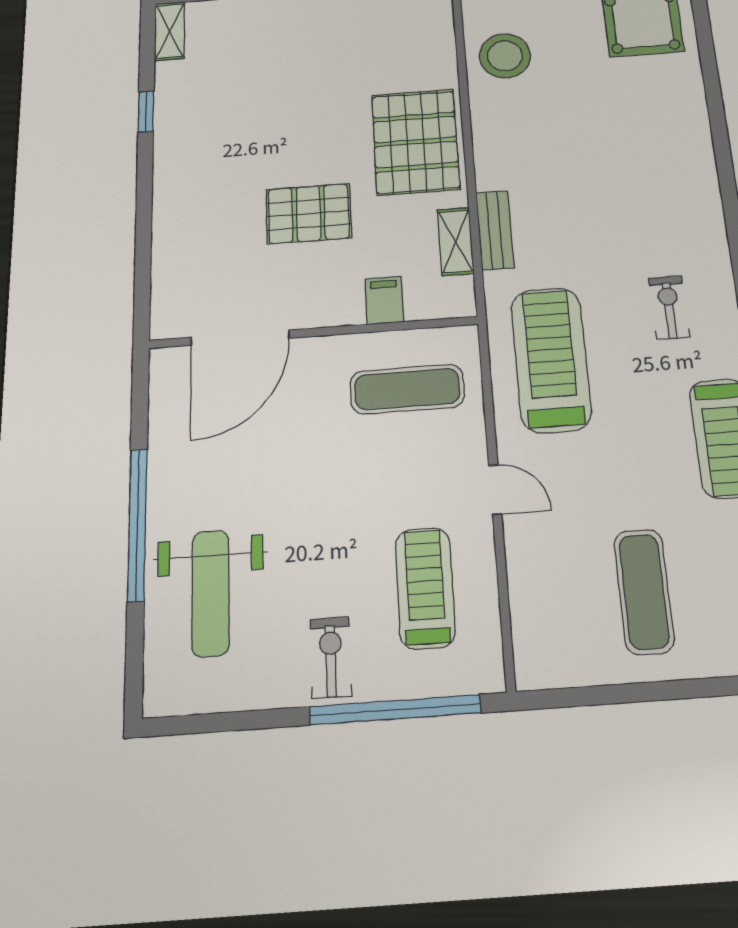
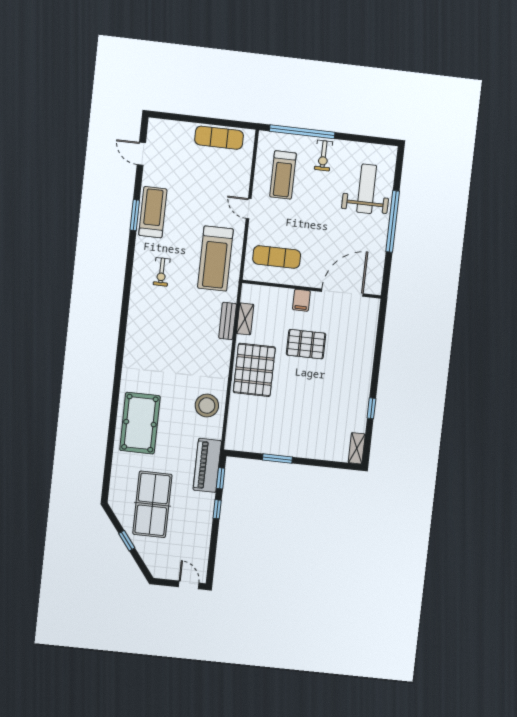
filing cabinet: (384, 300) -> (301, 300), moved
exercise mat: (644, 591) -> (219, 138), moved, turned 90

